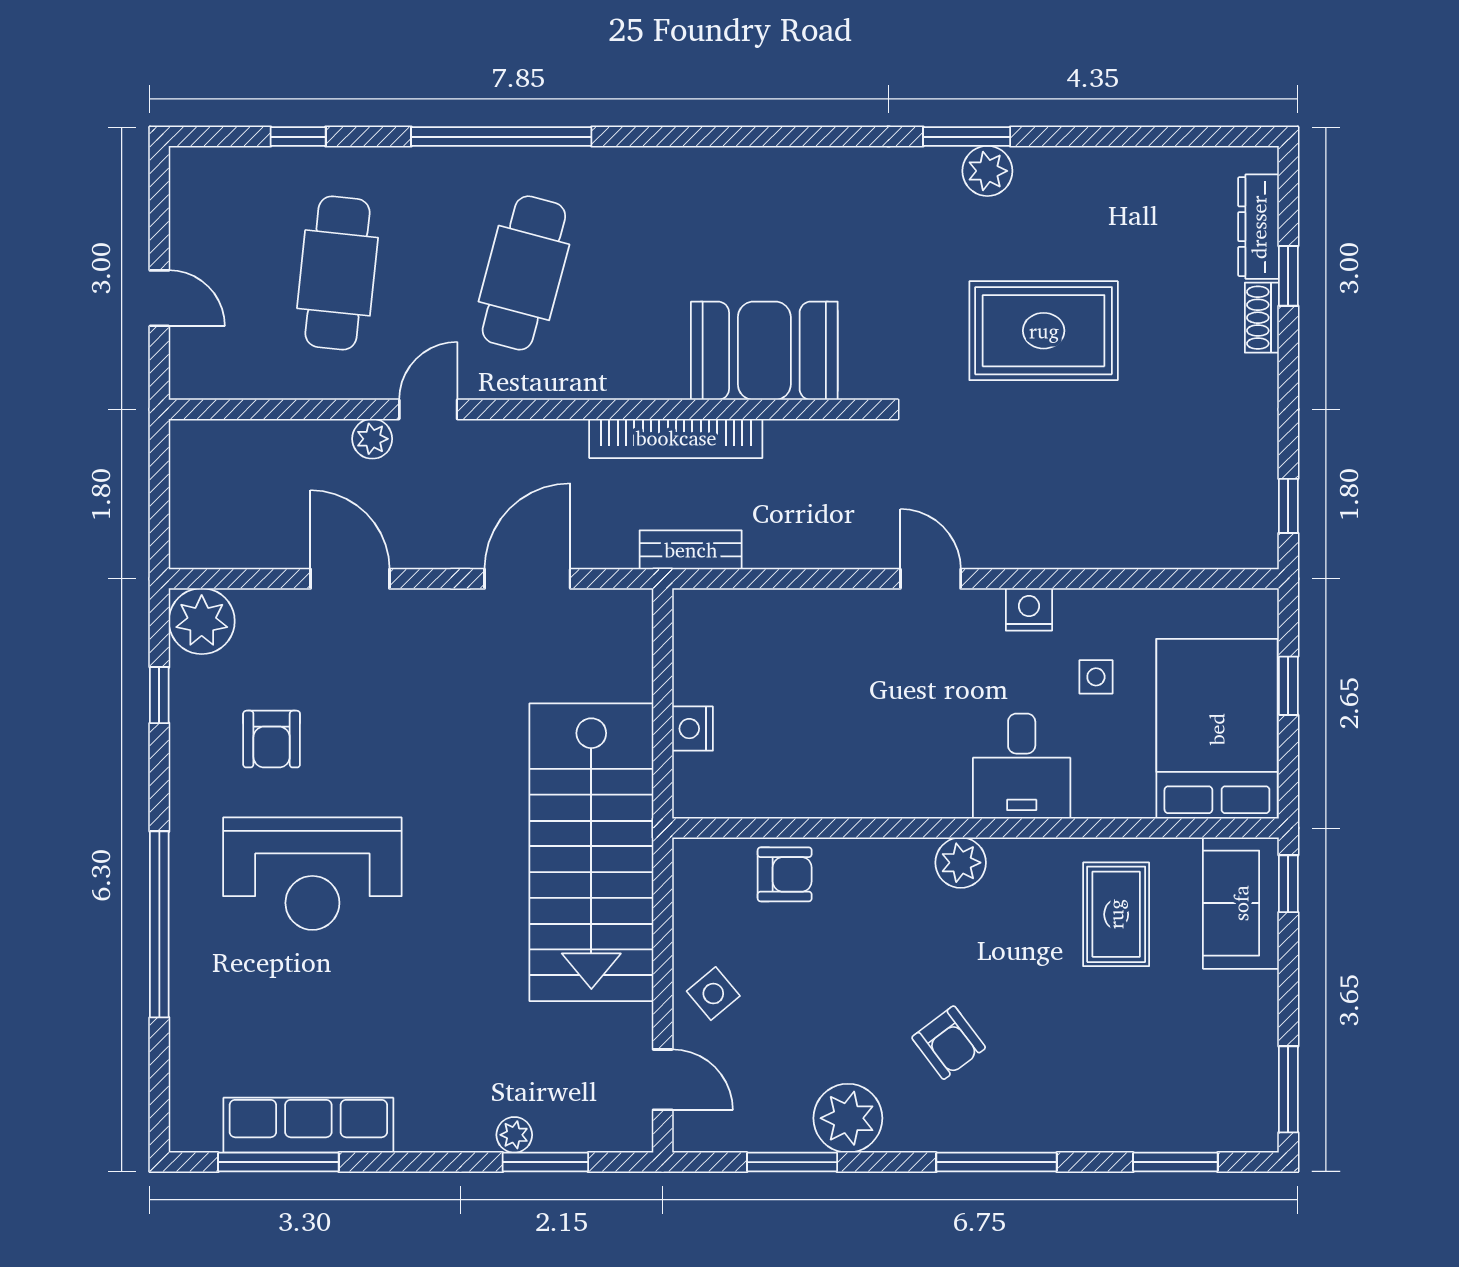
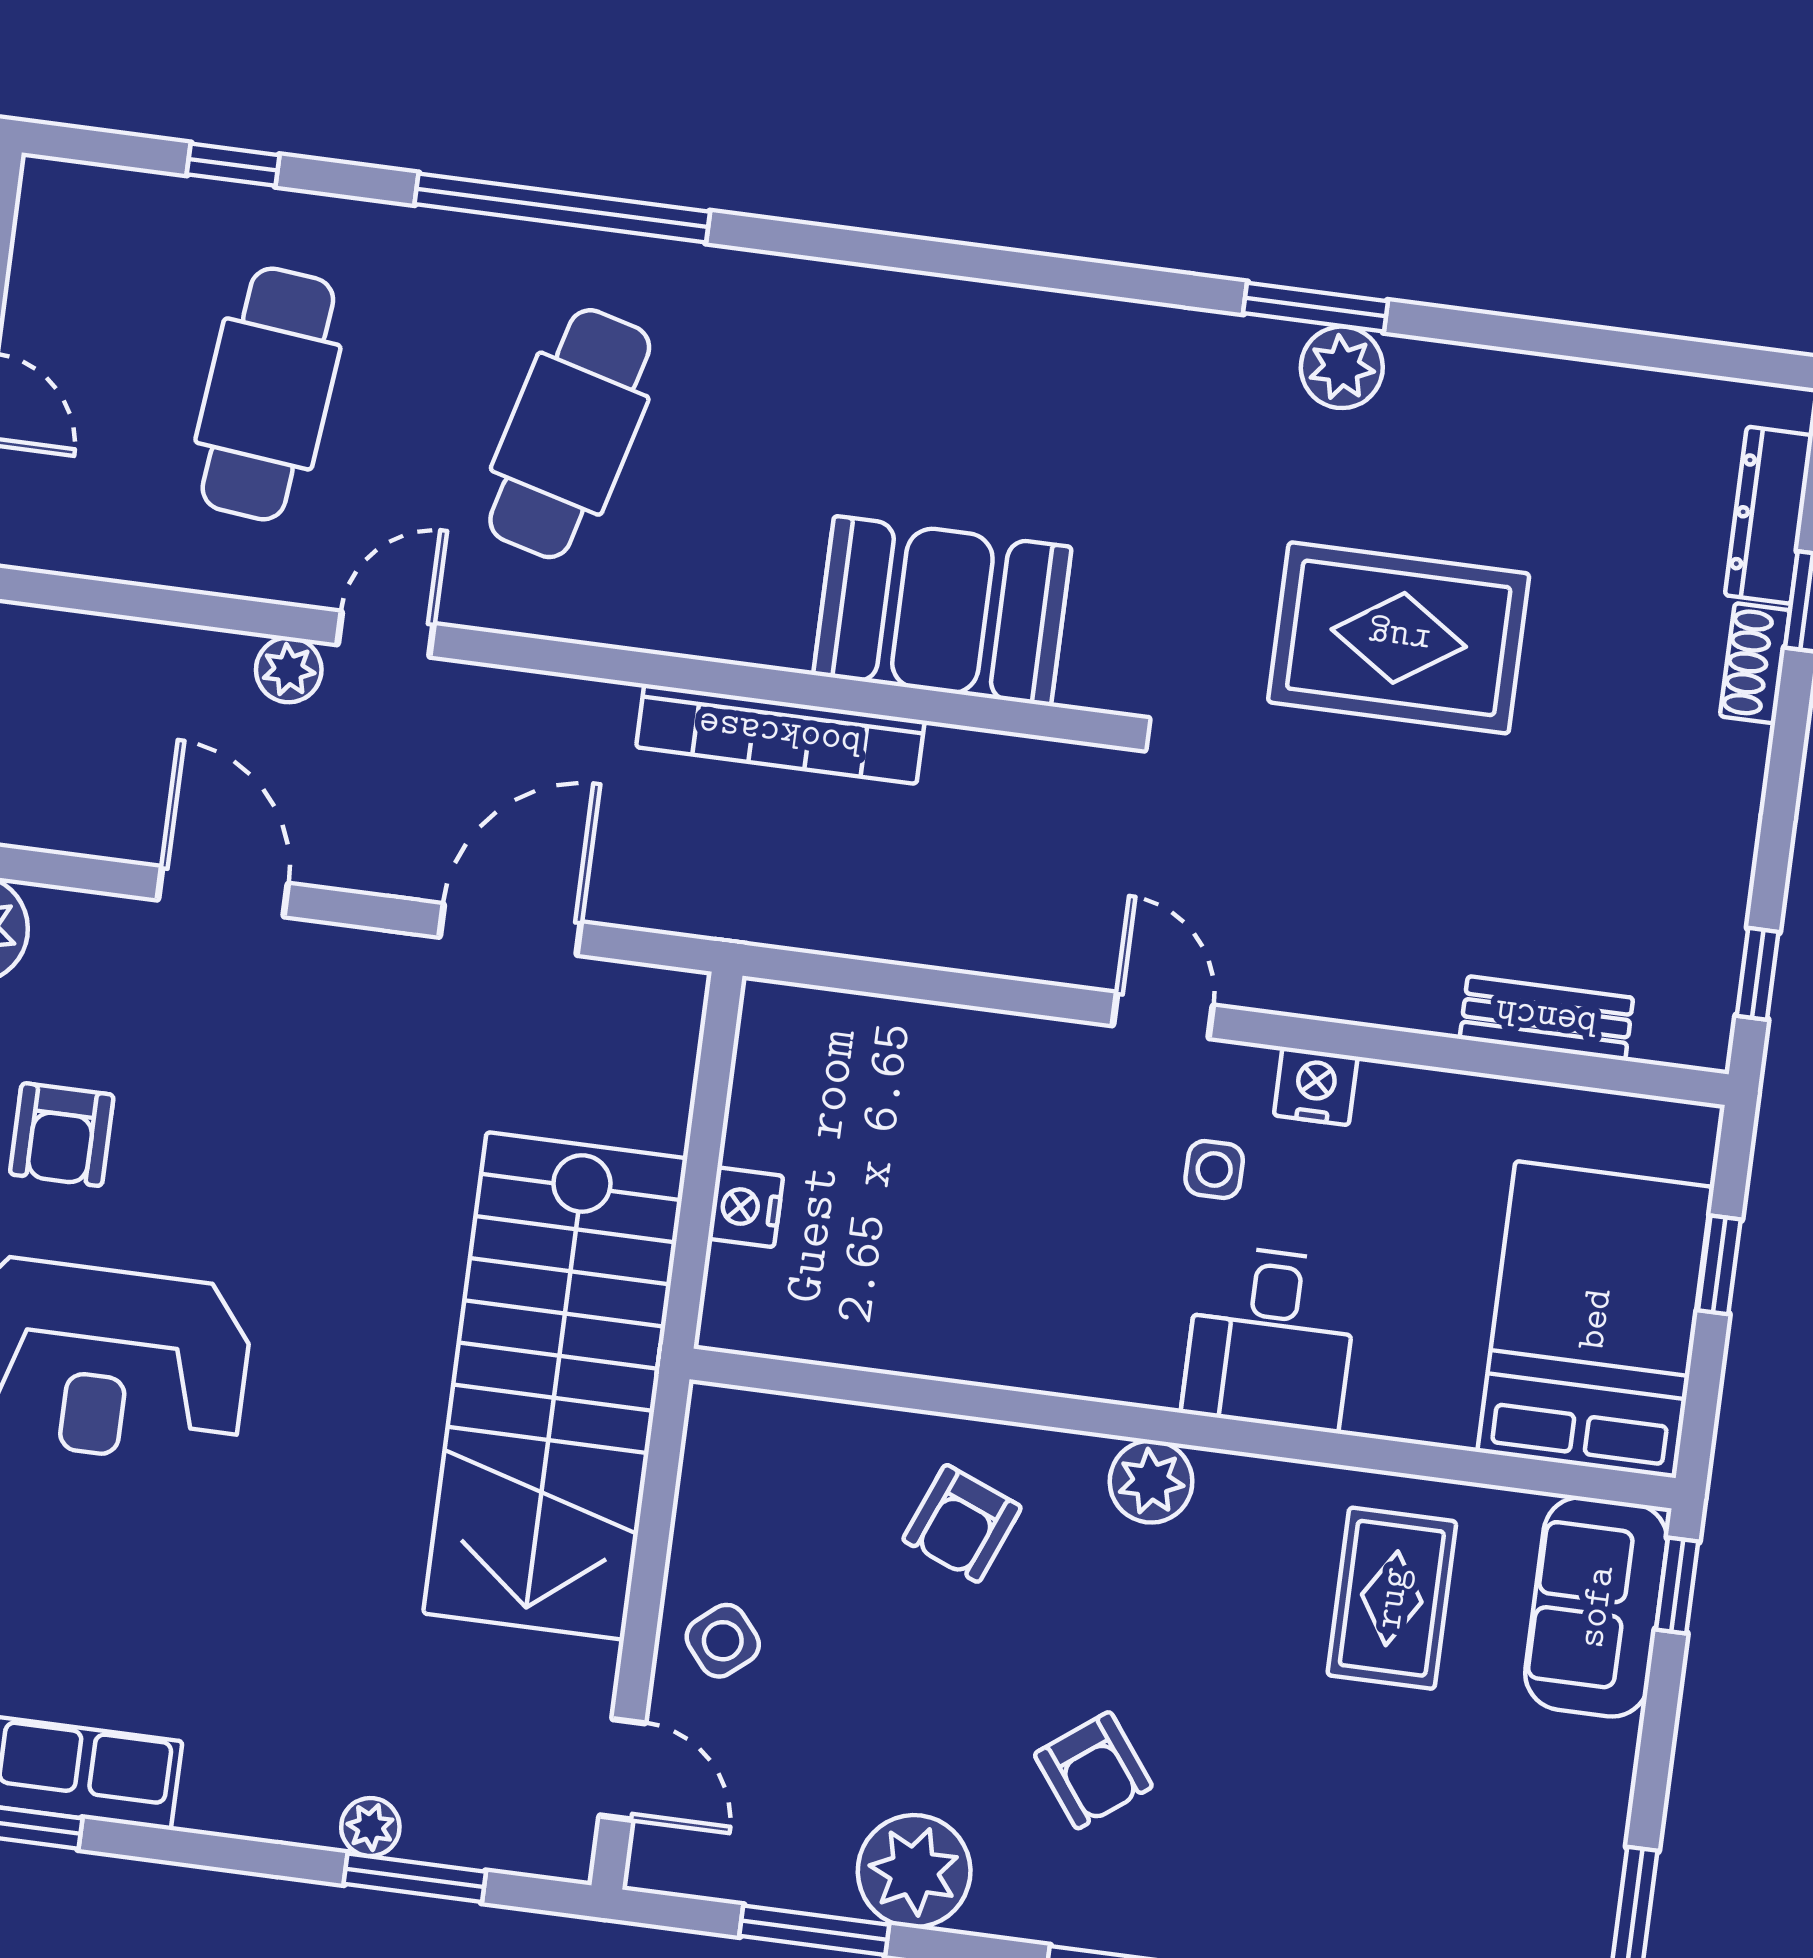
bench: (691, 550) -> (1546, 1018), moved
side table: (1096, 677) -> (1214, 1169), moved
armchair: (785, 874) -> (962, 1523), moved, turned 112

